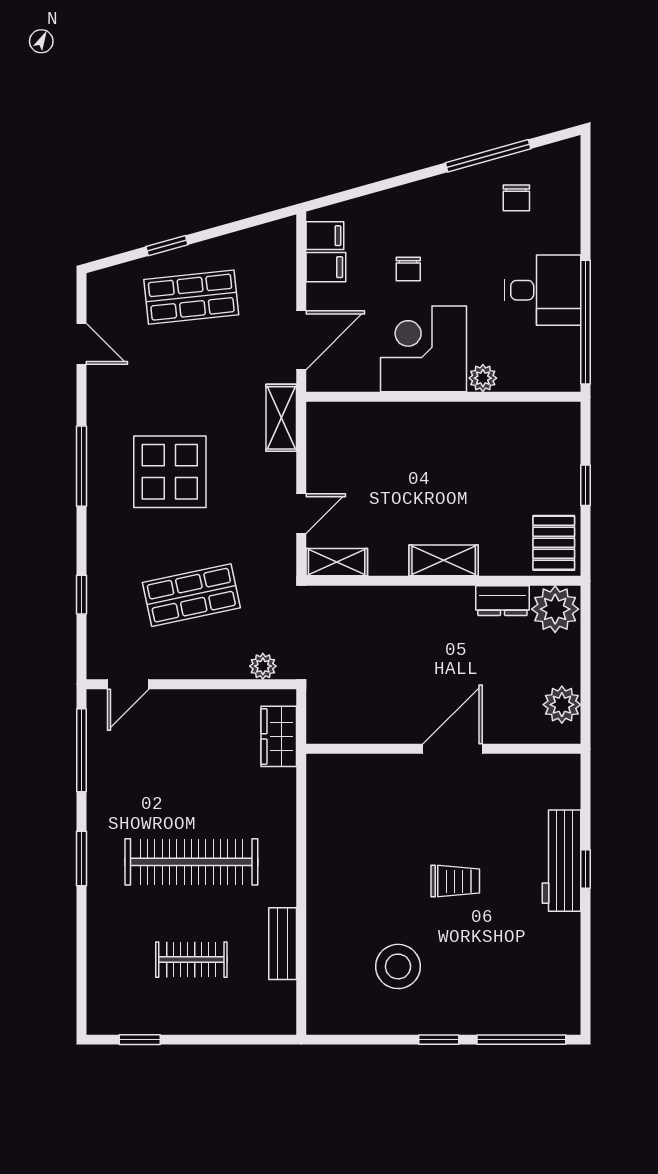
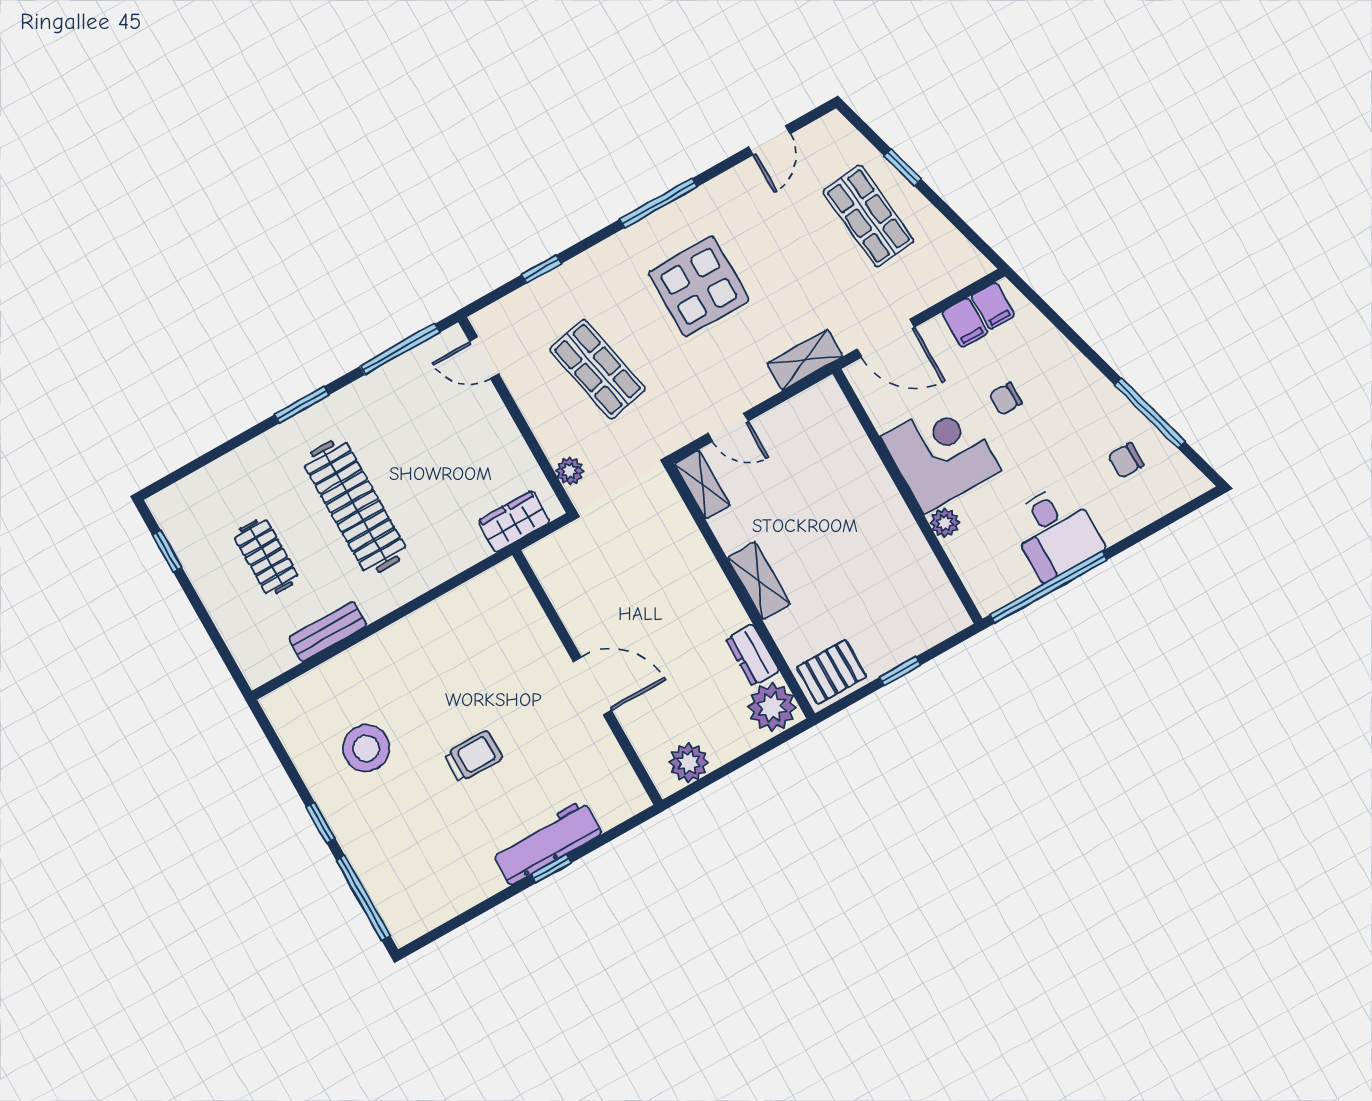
trolley: (455, 881) -> (473, 756), turned -90

